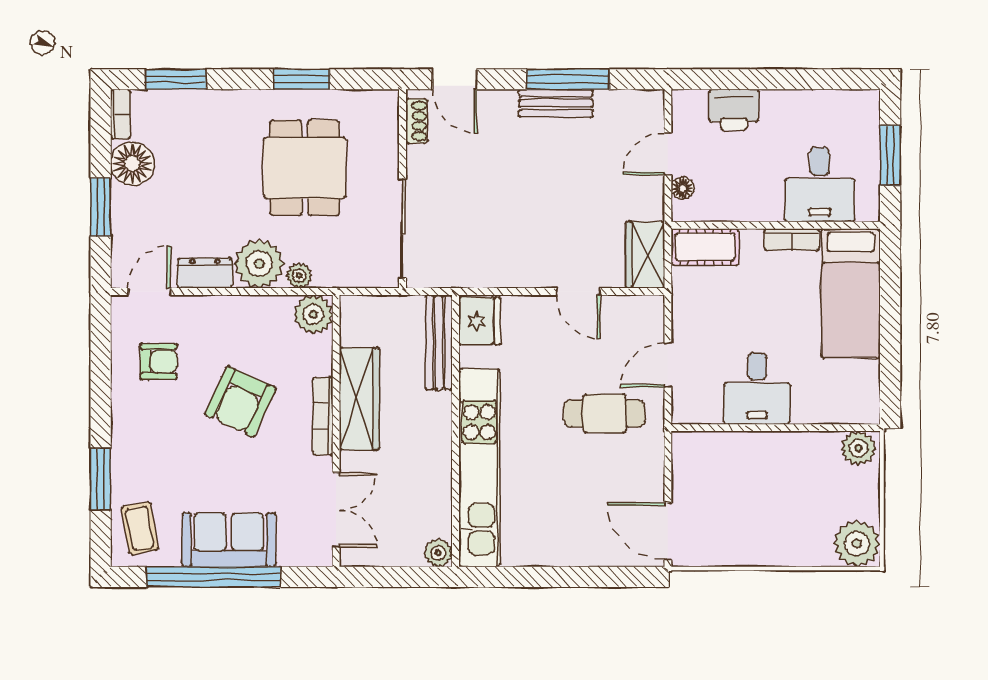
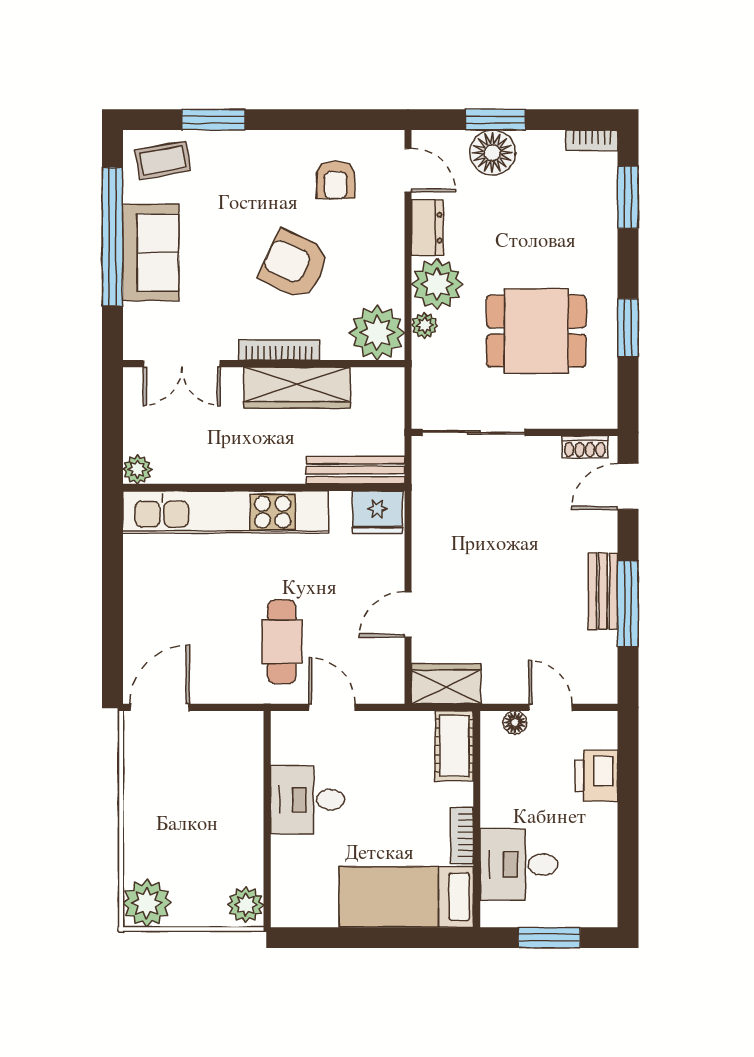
floor lamp: (132, 164) -> (492, 153), moved
plant: (313, 314) -> (377, 333), width x1.36, depth x1.36

